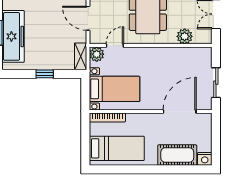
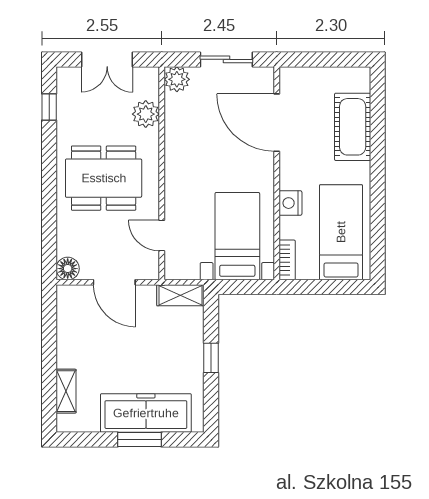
door: (88, 18) -> (114, 282), hinge flipped
plant: (97, 54) -> (177, 79), moved
bookcase: (107, 117) -> (287, 260), width x0.64
nightstand: (205, 159) -> (290, 203), moved, turned 180

